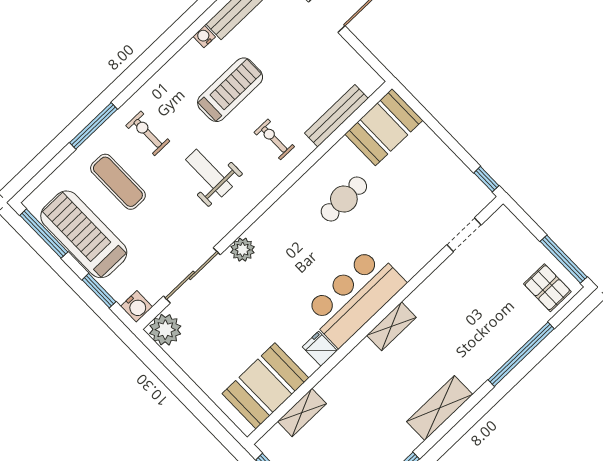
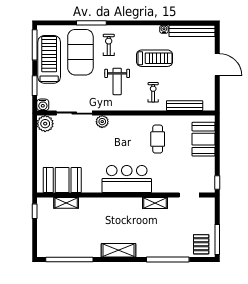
booth: (384, 127) -> (204, 139), moved, turned 90
weight bench: (209, 173) -> (117, 81), turned 180
exercise mat: (118, 182) -> (80, 52), width x2.00, depth x1.45
cafe table: (344, 199) -> (158, 139), turned 90
shelving: (391, 326) -> (155, 203), moved
fridge: (320, 349) -> (95, 186), removed

